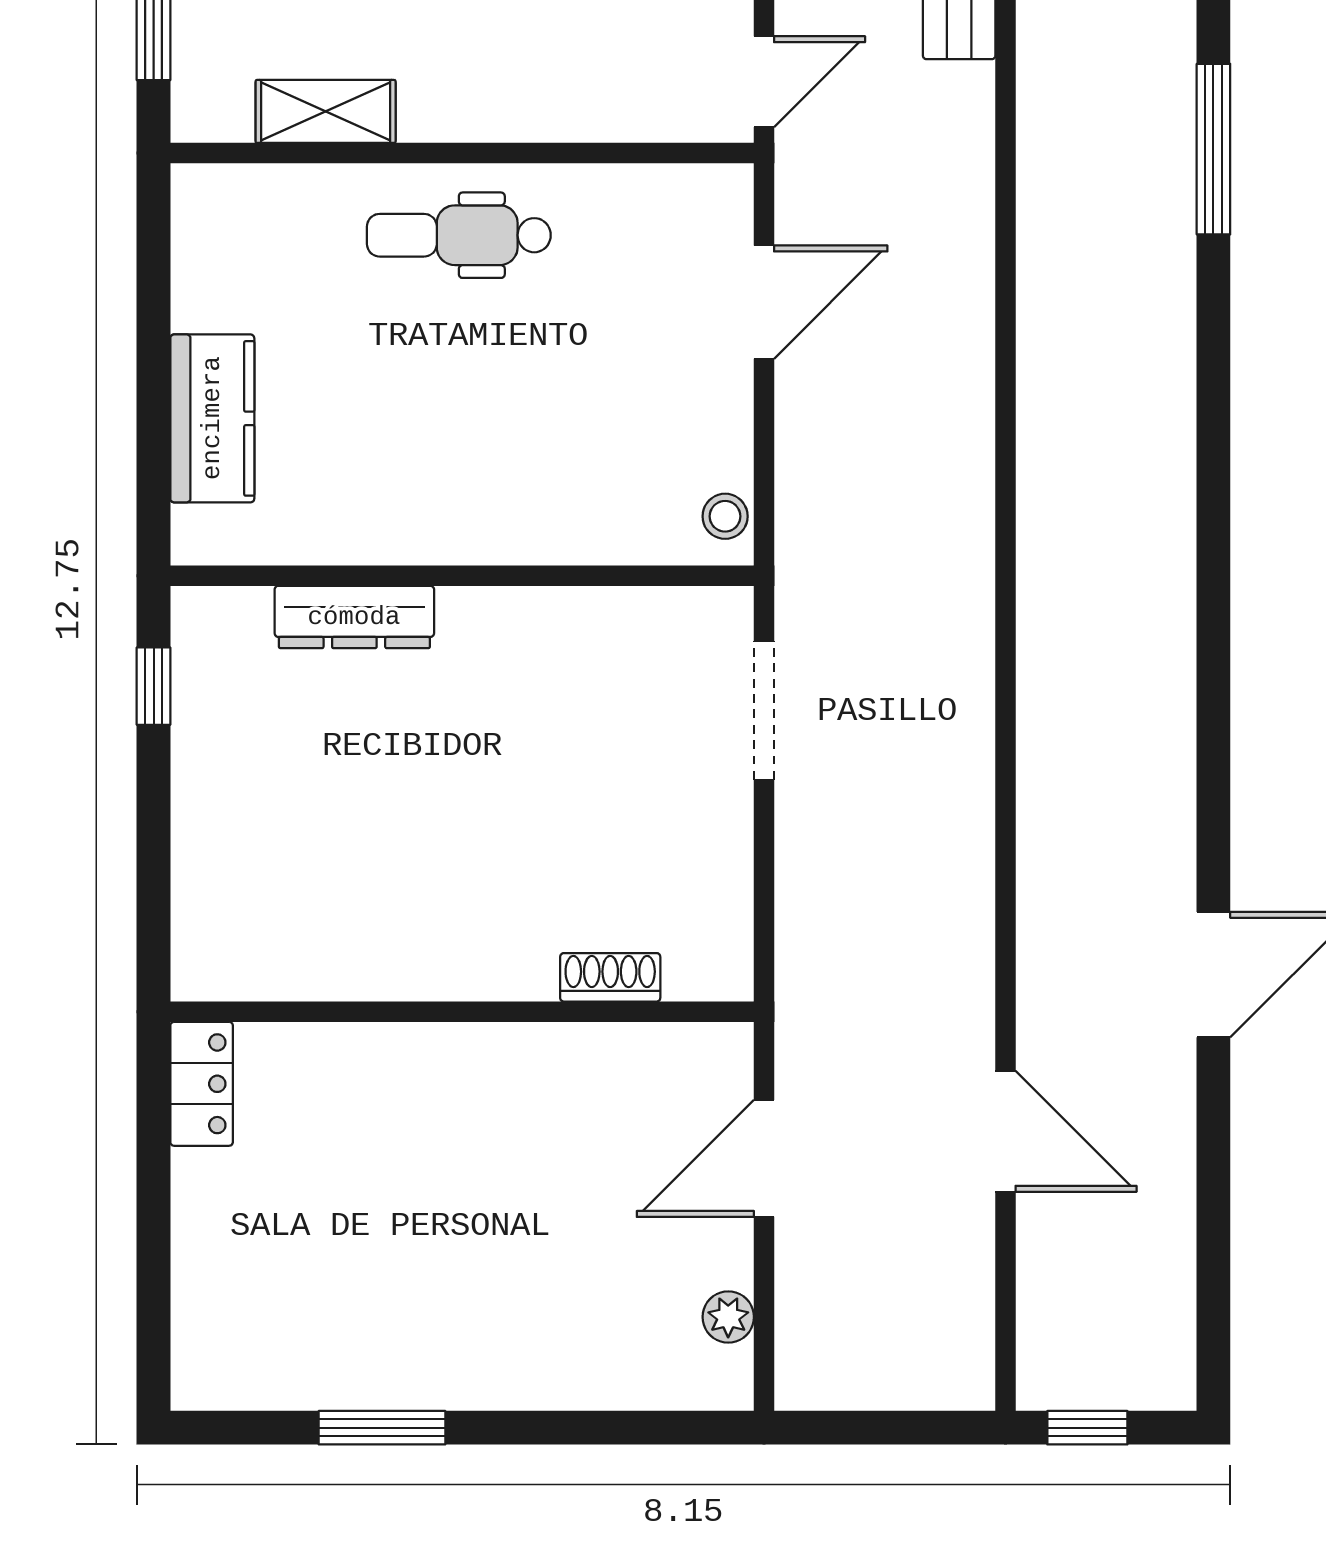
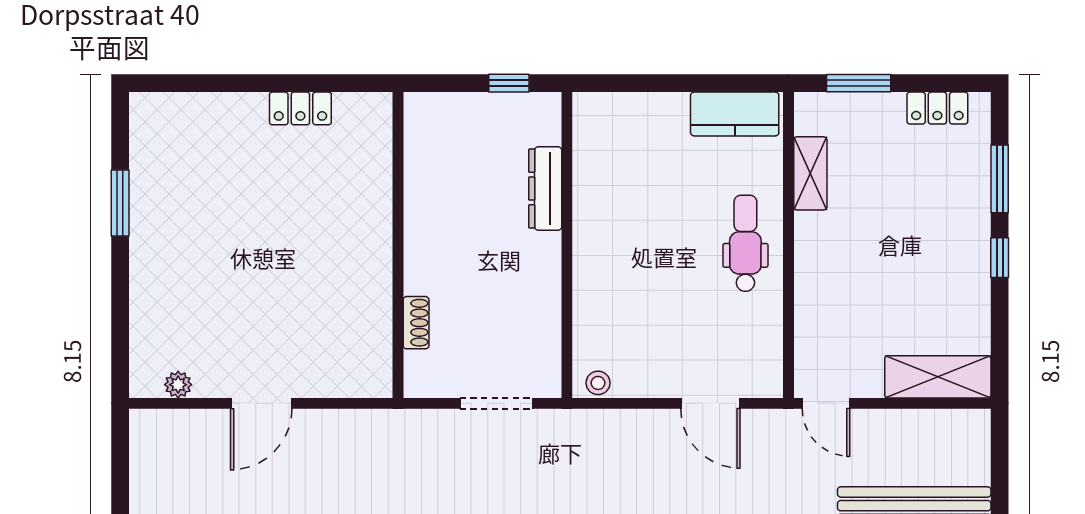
kitchen counter: (212, 418) -> (735, 114), moved
shoe rack: (610, 977) -> (416, 323), moved
wall: (462, 1012) -> (398, 245), moved
door: (764, 1158) -> (261, 403), swing flipped

